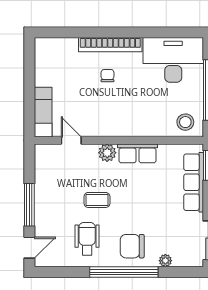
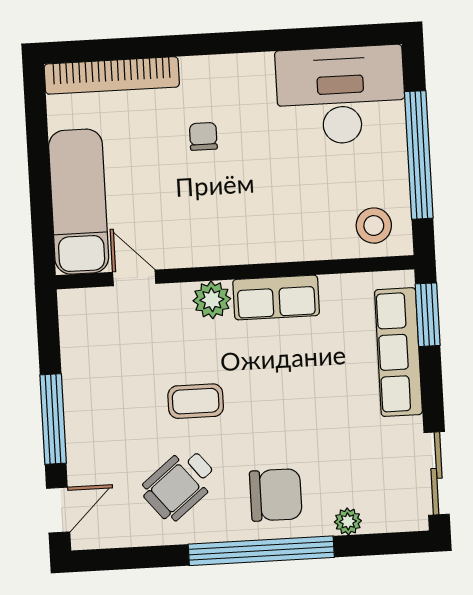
bookcase: (110, 45) -> (112, 75), moved
exam couch: (43, 112) -> (79, 202), width x1.36, depth x1.45
wheelchair: (87, 239) -> (179, 485), turned -129
chair: (132, 246) -> (276, 495), turned 180

